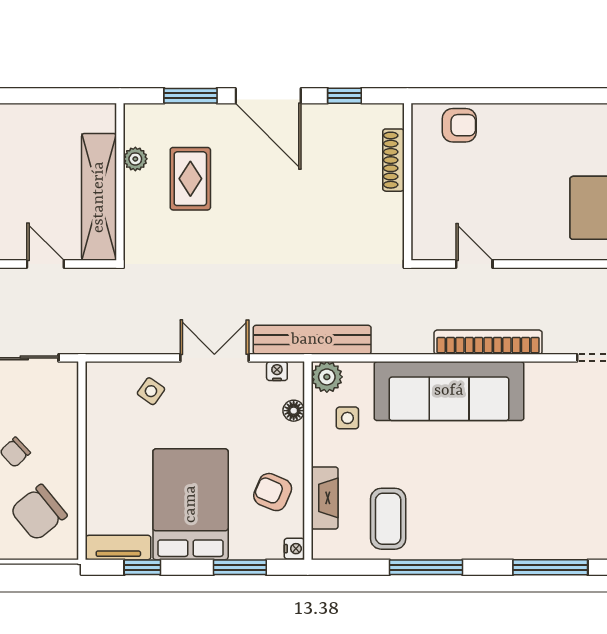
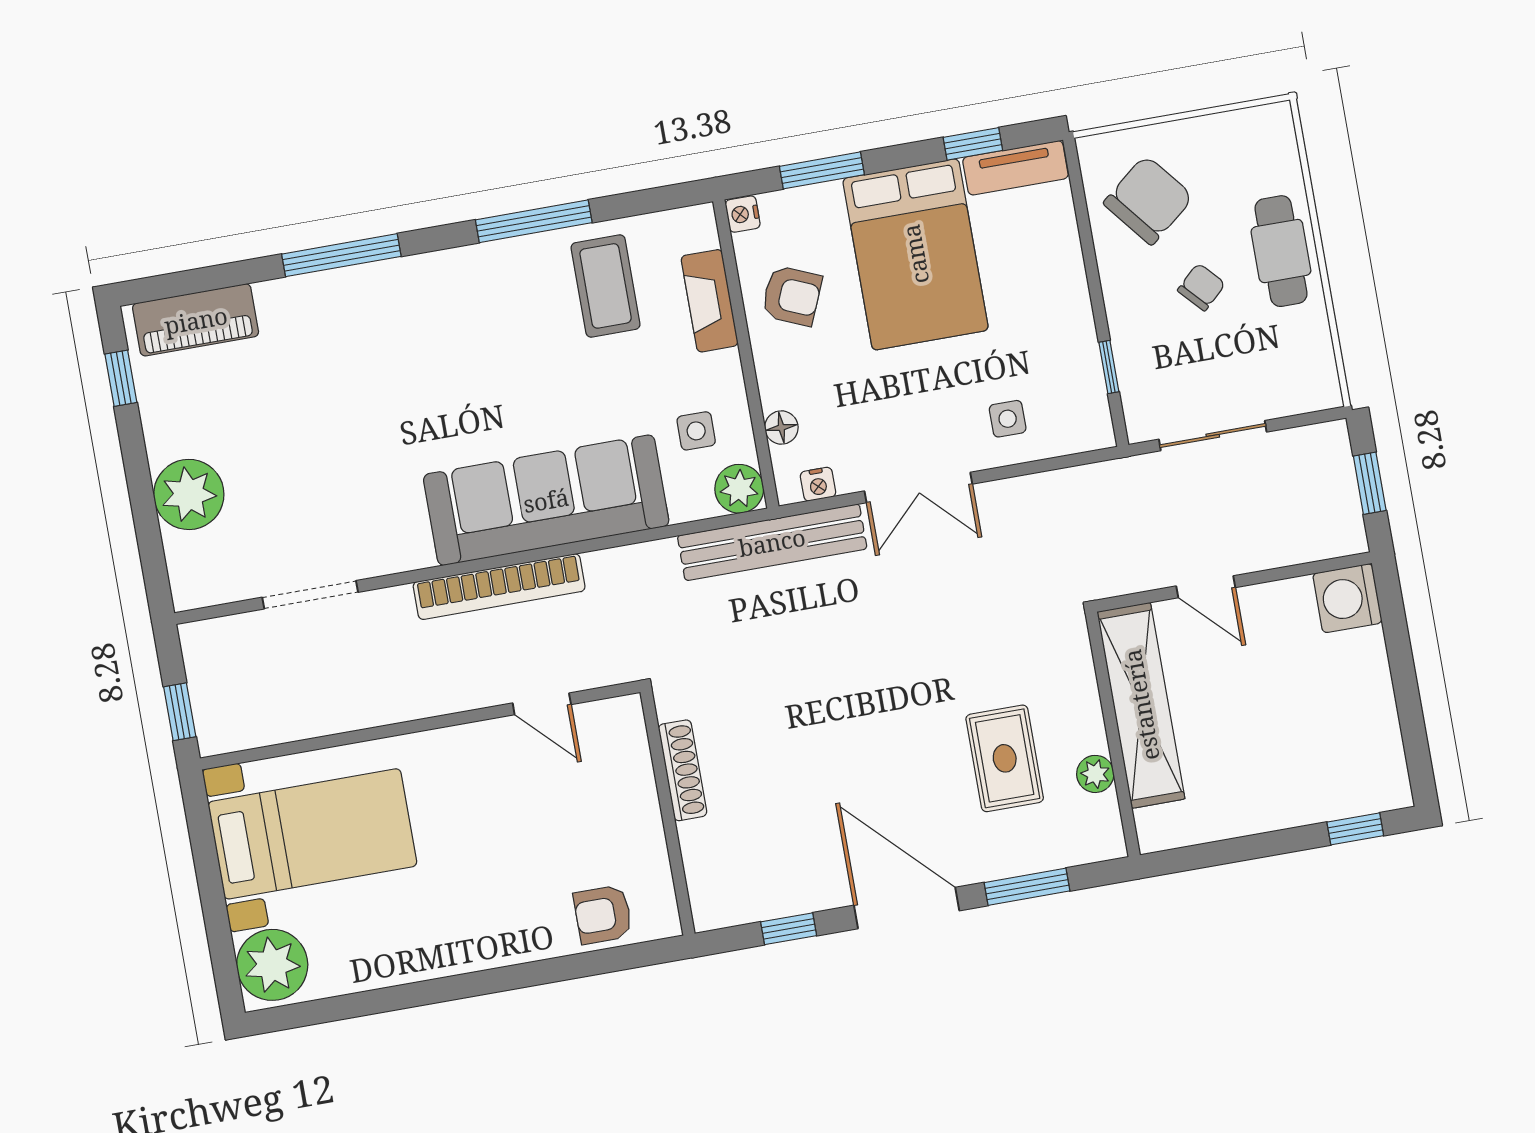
shoe rack: (393, 160) -> (683, 770), moved
side table: (151, 391) -> (1008, 419), turned -35
window: (82, 412) -> (1109, 367), added

